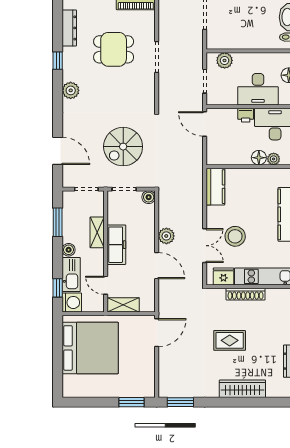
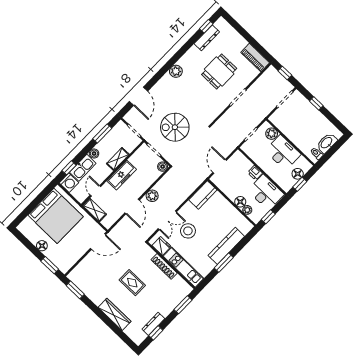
dining table: (114, 49) -> (219, 72), turned 90
window: (58, 61) -> (206, 26), moved
desk: (258, 89) -> (283, 153), moved, turned 180
door: (205, 124) -> (220, 166), moved
floor lamp: (105, 390) -> (42, 246), added

